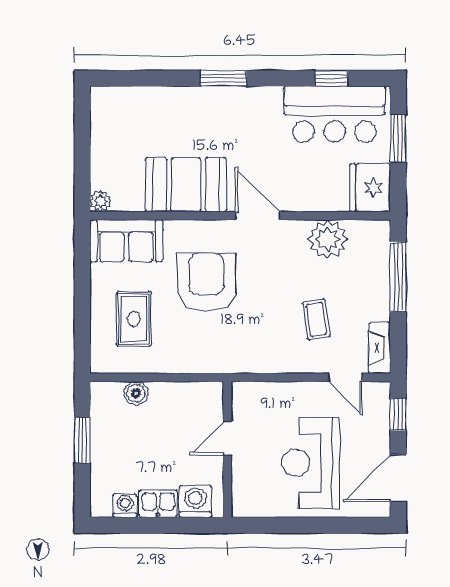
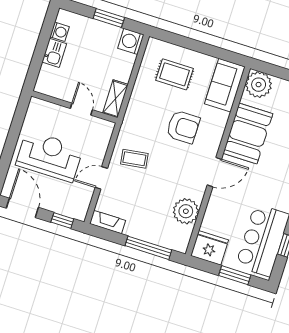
plant: (101, 201) -> (259, 85), width x1.88, depth x1.88
armchair: (206, 282) -> (183, 127), width x0.73, depth x0.73
coffee table: (316, 320) -> (134, 159), moved
door: (345, 377) -> (101, 178), moved
boiler: (136, 393) -> (128, 61), removed
shelving: (197, 393) -> (115, 99), added
washing machine: (195, 501) -> (131, 41), moved, turned 180

